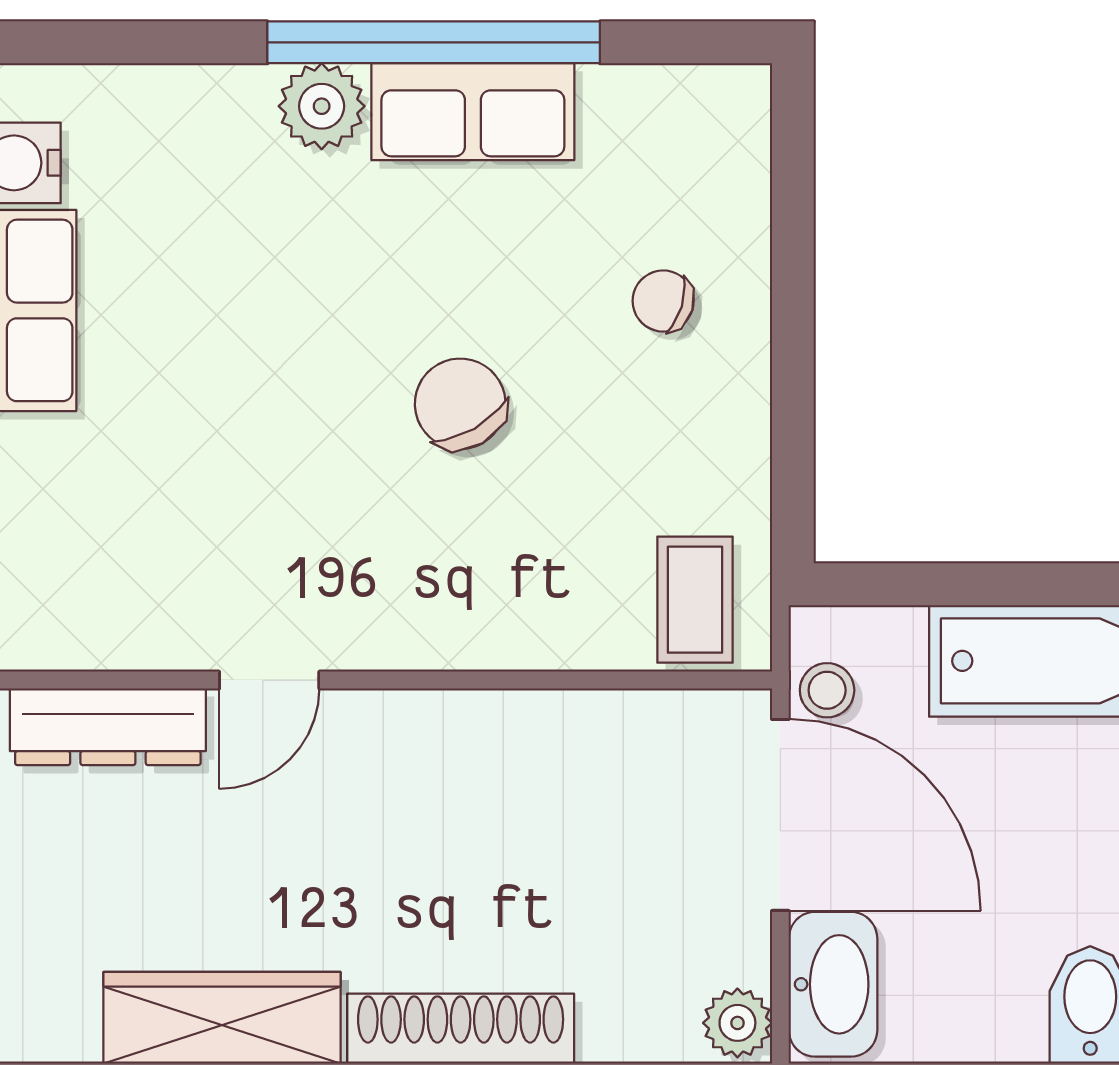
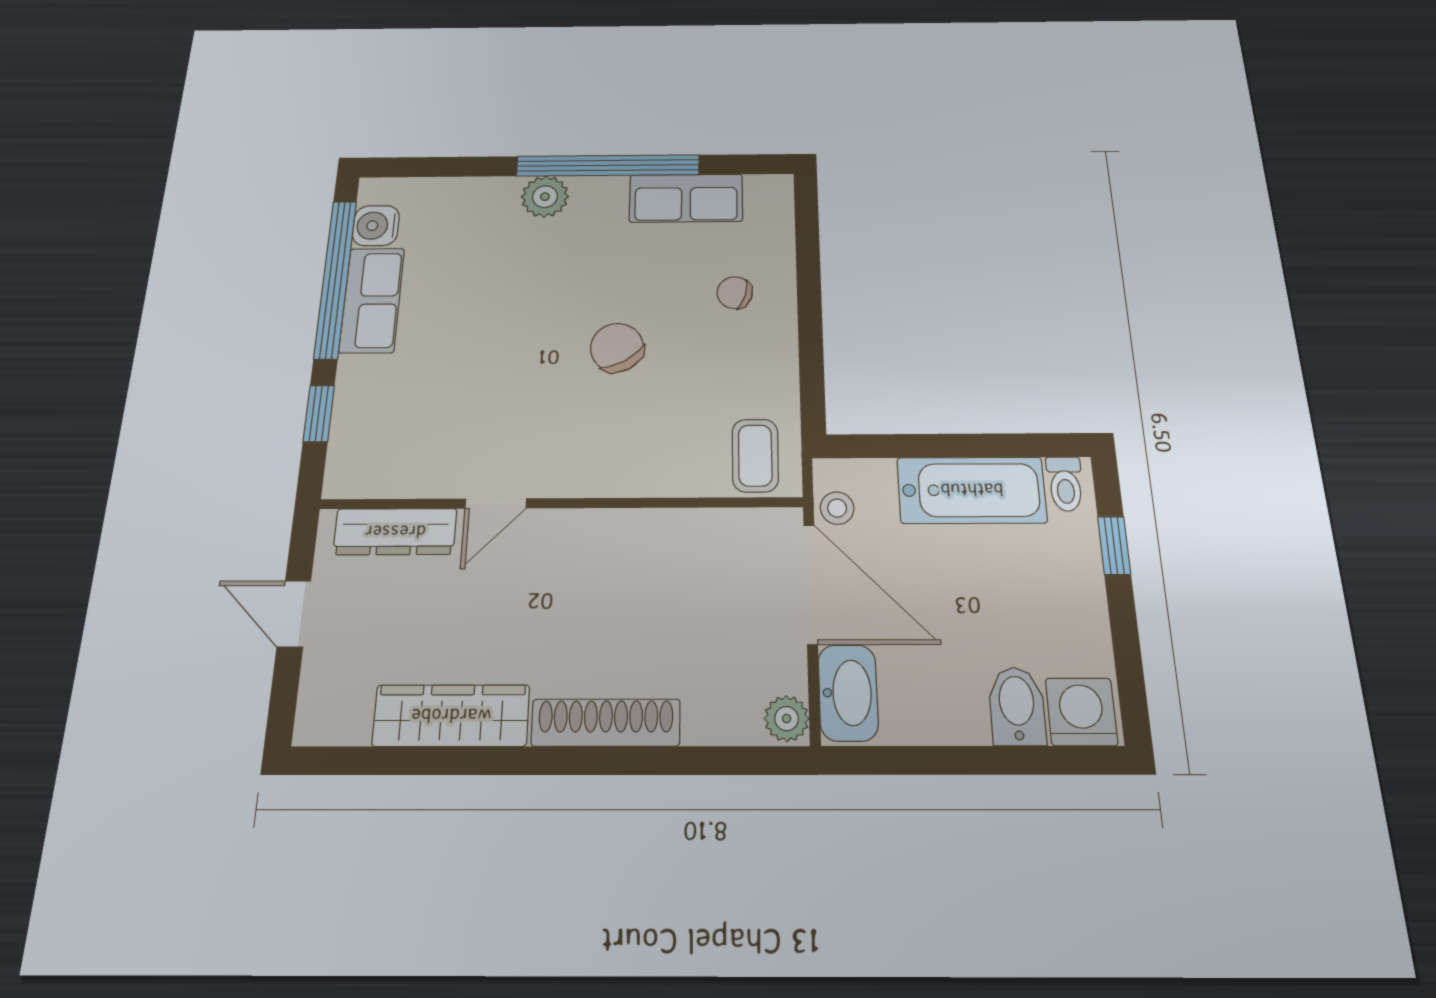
row of seats: (473, 112) -> (686, 198), moved

